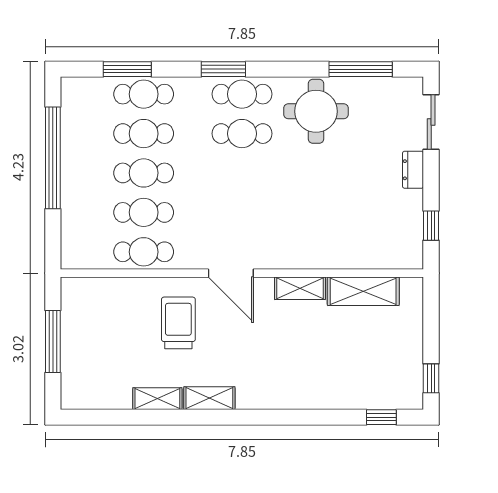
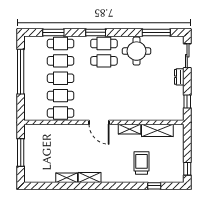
trolley: (178, 323) -> (142, 163), moved
window: (381, 417) -> (154, 186), moved

